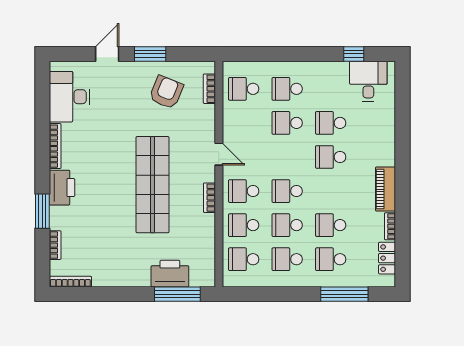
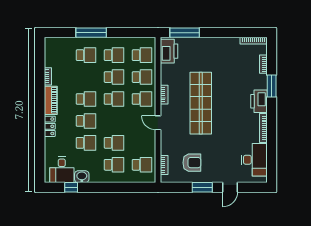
washbasin: (337, 70) -> (82, 177), added
armchair: (166, 92) -> (192, 163), turned -112
school desk: (331, 225) -> (86, 99), moved
locker: (387, 258) -> (50, 126), moved
printer: (170, 274) -> (169, 51), moved, turned -90
window: (344, 294) -> (91, 33), moved

